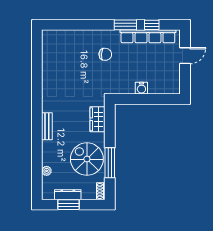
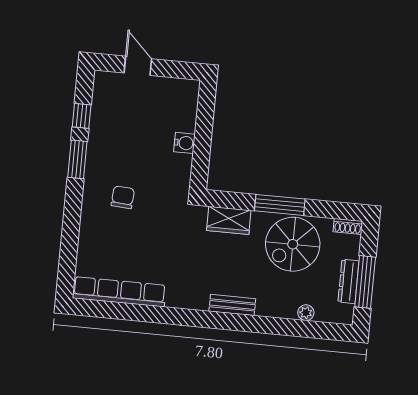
row of seats: (148, 36) -> (119, 292), moved, turned -90
window: (110, 163) -> (280, 205), moved
window: (68, 205) -> (365, 282), width x1.44

